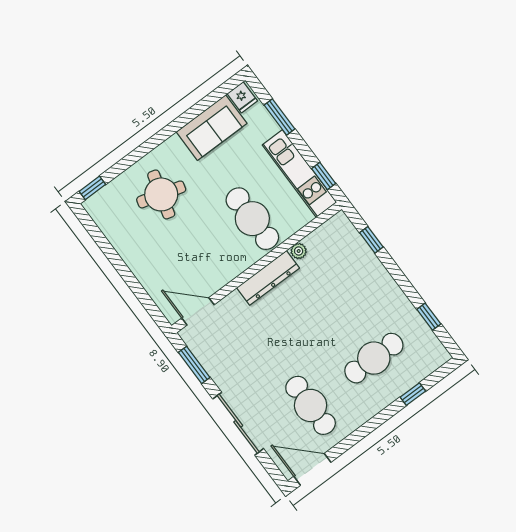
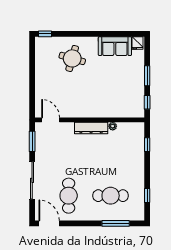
window: (279, 117) -> (147, 76), moved
kitchen unit: (299, 174) -> (138, 94), removed
cafe table: (252, 219) -> (103, 98), removed
window: (413, 394) -> (116, 223), width x2.17

